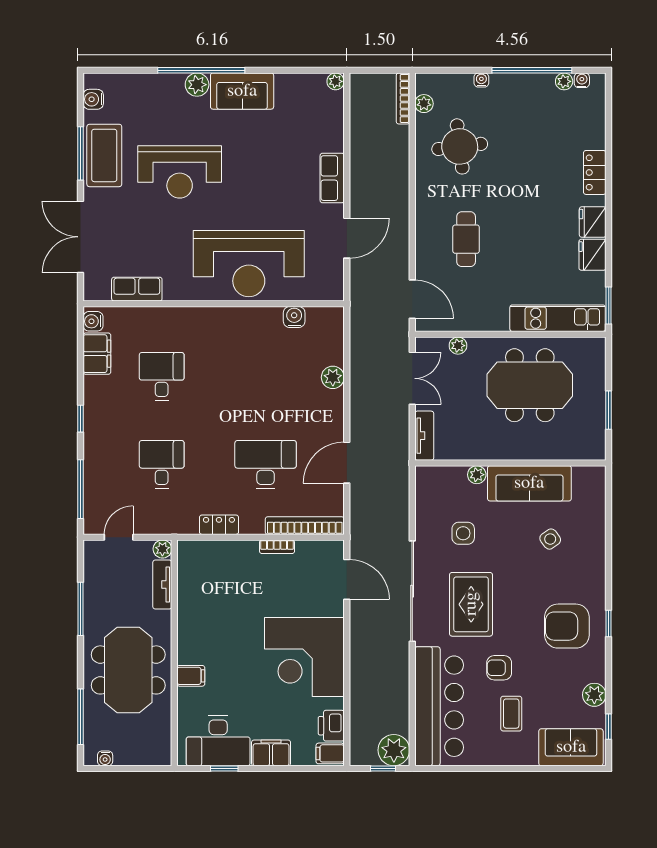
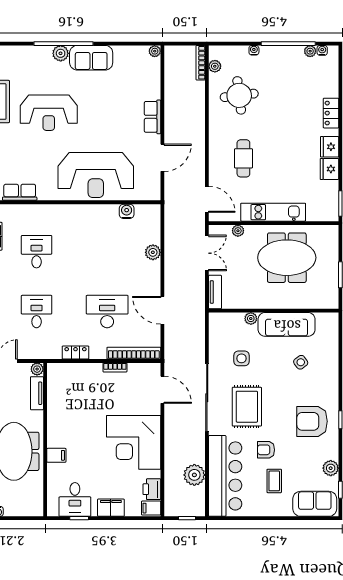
kitchen unit: (558, 318) -> (273, 212), moved
door: (347, 463) -> (162, 310), hinge flipped
desk: (218, 741) -> (75, 499), width x0.73
plant: (394, 750) -> (194, 475), moved

